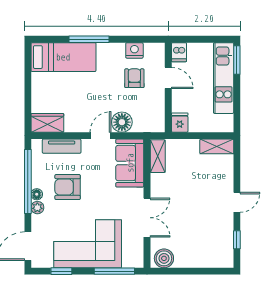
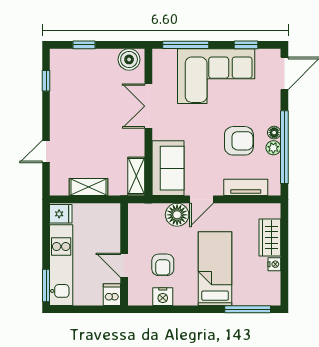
window: (89, 39) -> (248, 309), moved
bed: (63, 57) -> (215, 269), moved, turned 90
nightstand: (37, 79) -> (274, 264), added
wardrobe: (47, 123) -> (270, 238), moved, turned 90
fridge: (180, 123) -> (61, 214), moved, turned -90
shelving: (217, 146) -> (89, 187), moved
door: (237, 202) -> (46, 151), moved
plant: (37, 208) -> (273, 148), moved
window: (203, 271) -> (84, 45), added

